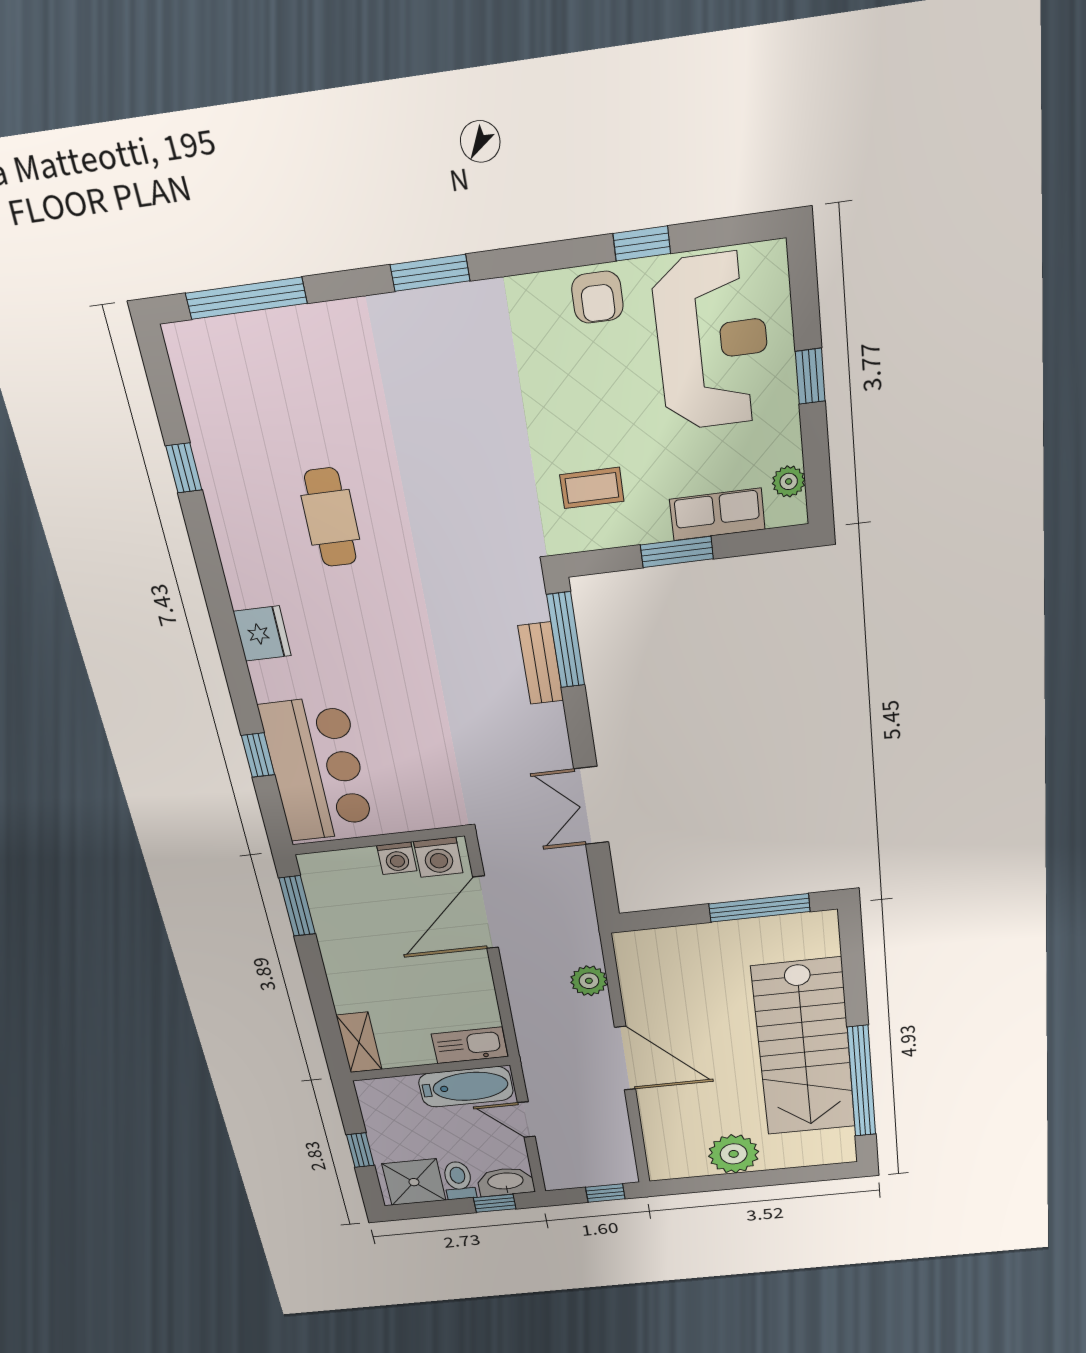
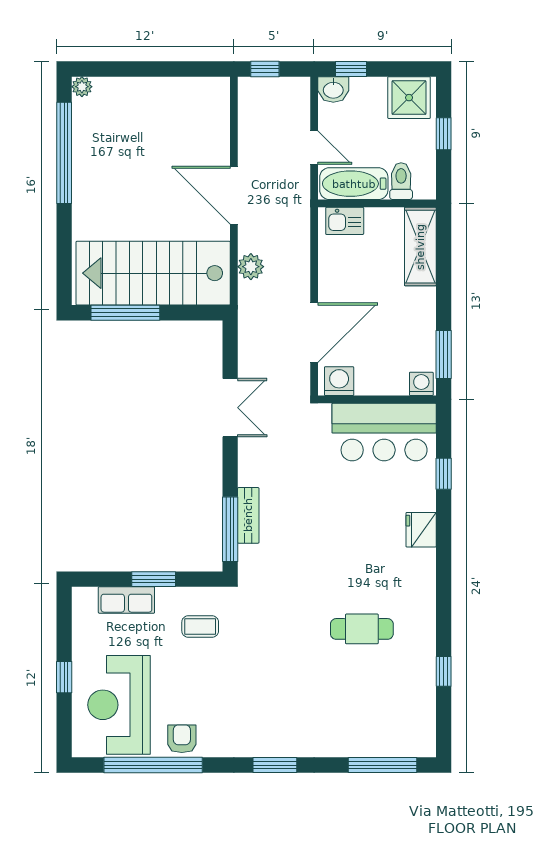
window: (642, 243) -> (153, 765), width x3.17
plant: (789, 481) -> (82, 615), removed
cafe table: (330, 517) -> (362, 629), turned 90
fridge: (262, 634) -> (421, 530), moved
bar counter: (317, 769) -> (384, 432), moved, turned -90
washing machine: (397, 858) -> (421, 384), moved
shelving: (359, 1042) -> (420, 247), width x1.50, depth x1.33
kitchen sink: (470, 1045) -> (345, 221), width x0.73
stairs: (804, 1048) -> (153, 273), moved, turned -90
plant: (734, 1154) -> (82, 87), moved, width x0.53, depth x0.53
toilet: (459, 1180) -> (401, 181), moved, turned 180
washbasin: (506, 1182) -> (333, 89), width x0.72

